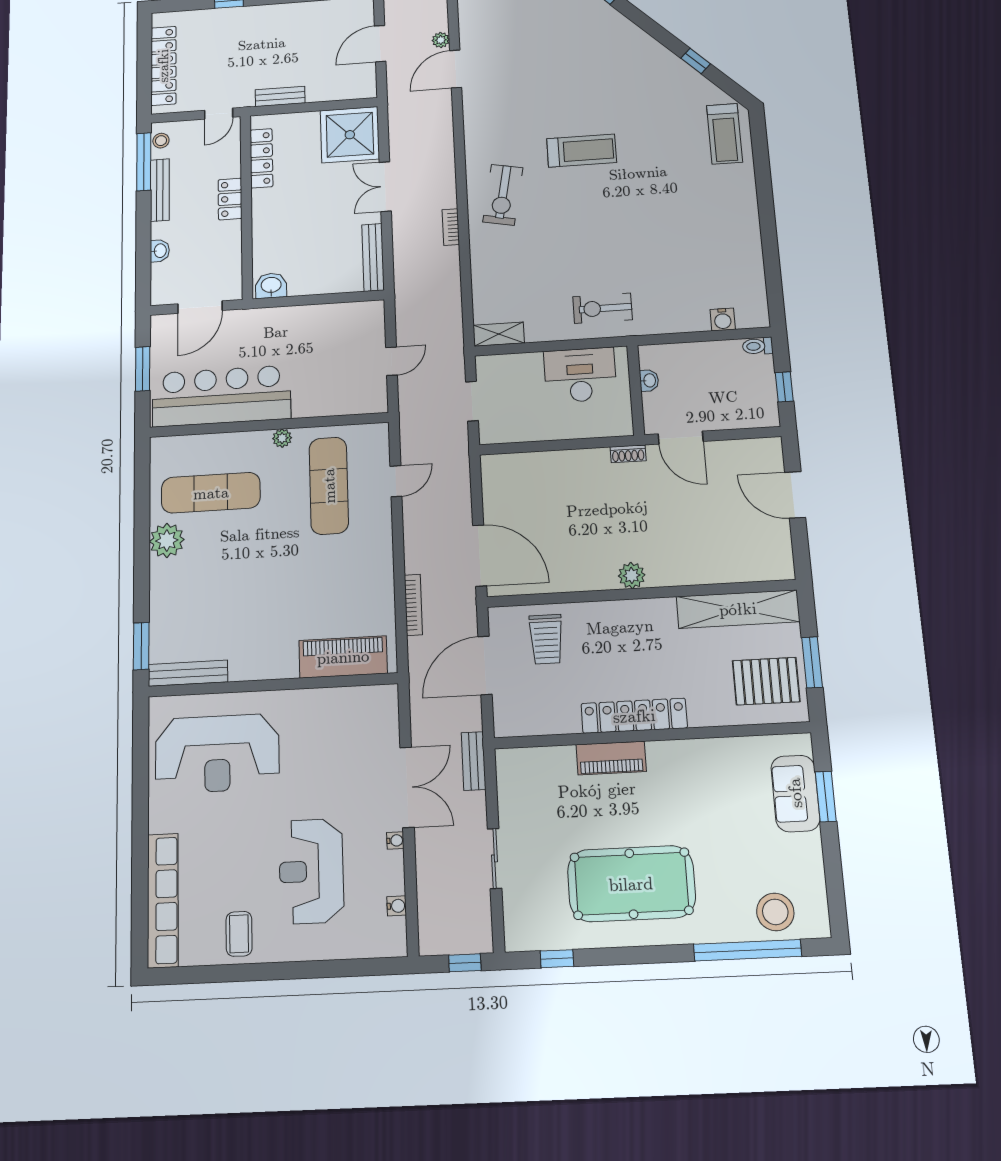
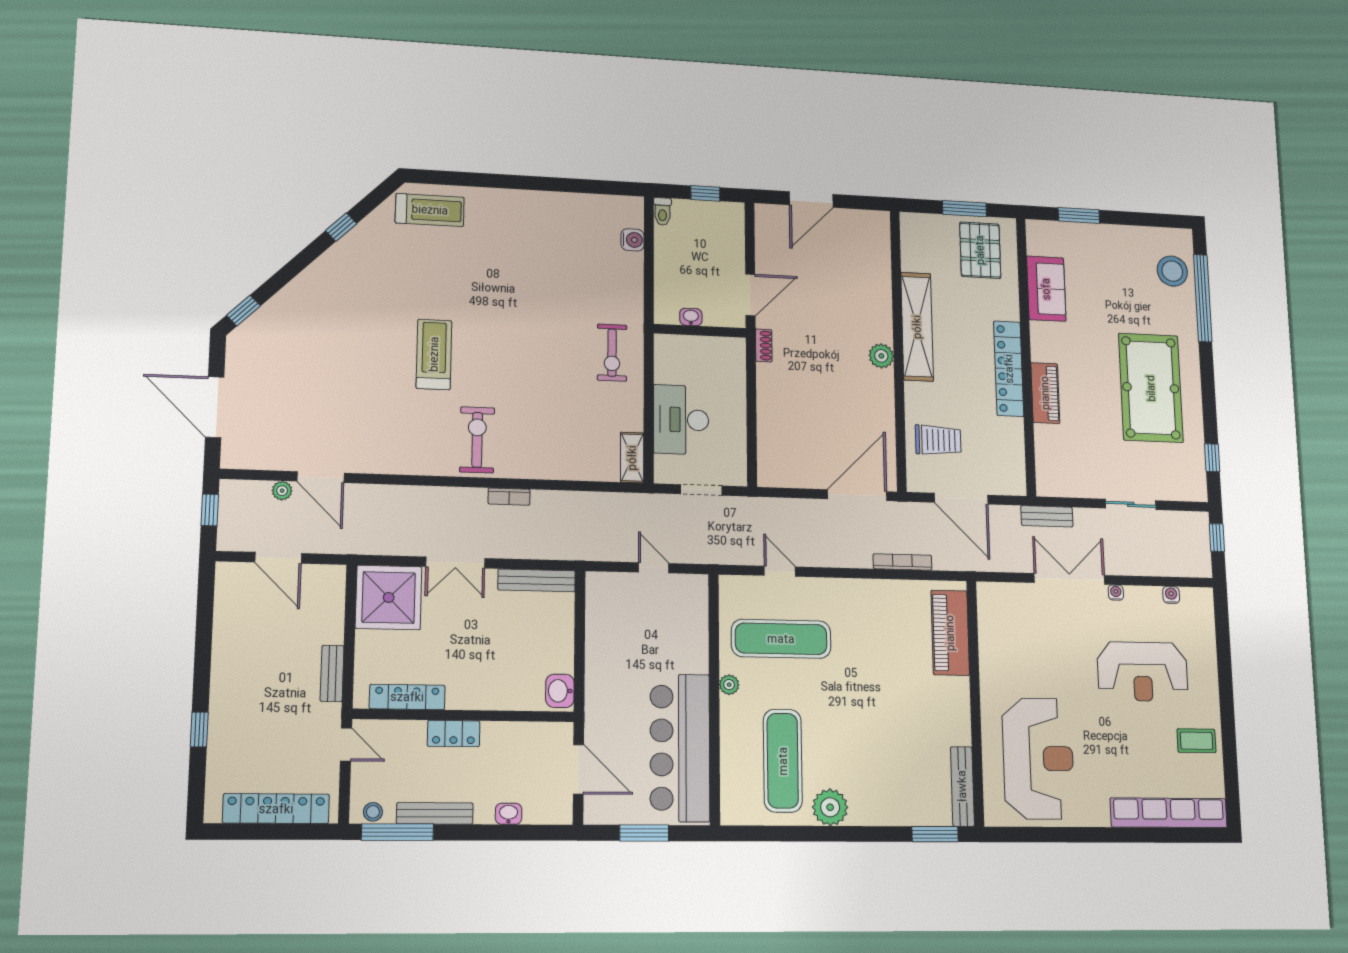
exercise bike: (503, 195) -> (477, 440), turned -101
desk: (580, 375) -> (681, 420), moved
shelving: (738, 609) -> (917, 327), moved
sofa: (795, 793) -> (1046, 289), moved, turned -90

